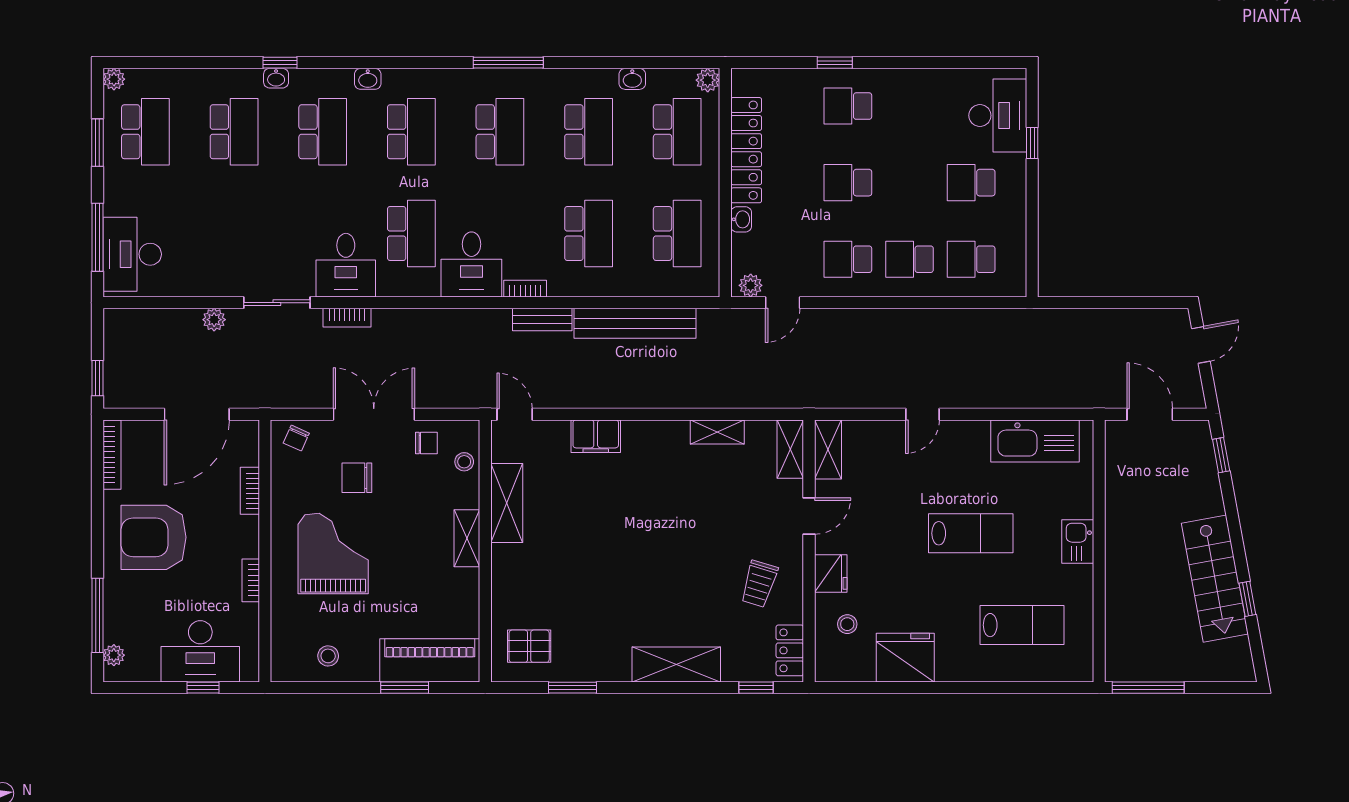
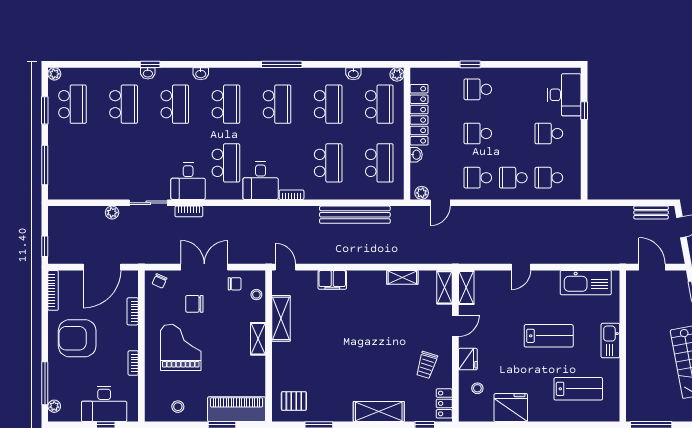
desk: (132, 254) -> (65, 175), removed
bench: (542, 319) -> (651, 212), moved
kitchen sink: (1078, 541) -> (610, 341), width x1.38

